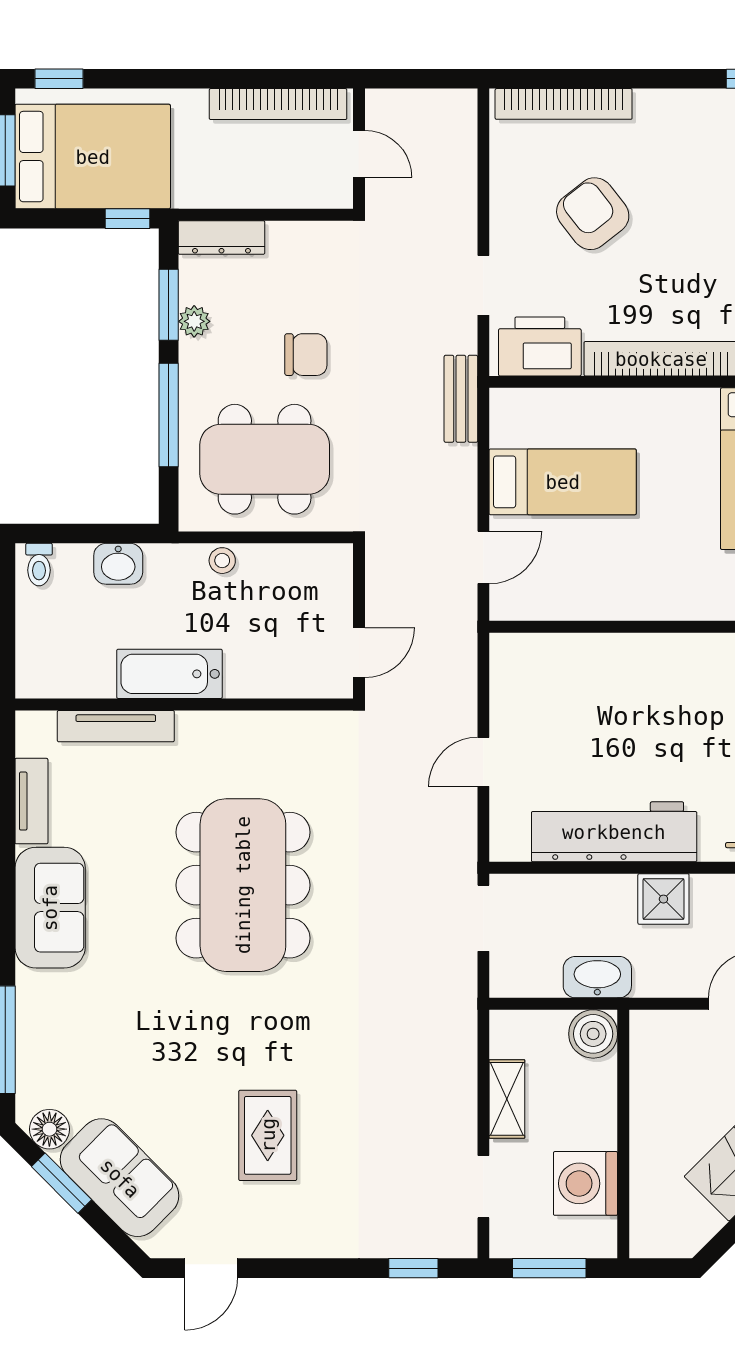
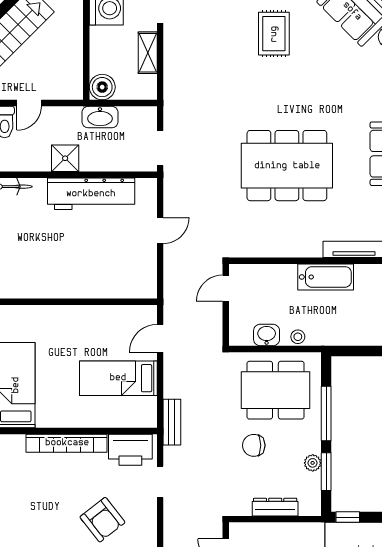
dresser: (221, 237) -> (275, 507), moved
washbasin: (118, 564) -> (267, 335), moved
dining table: (243, 885) -> (287, 166), turned 90

